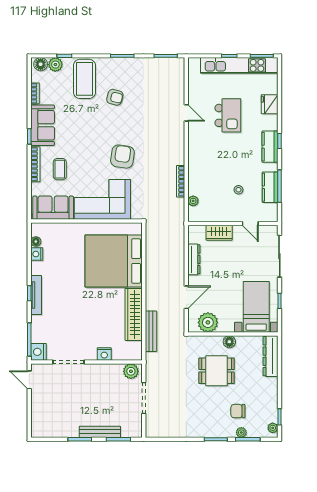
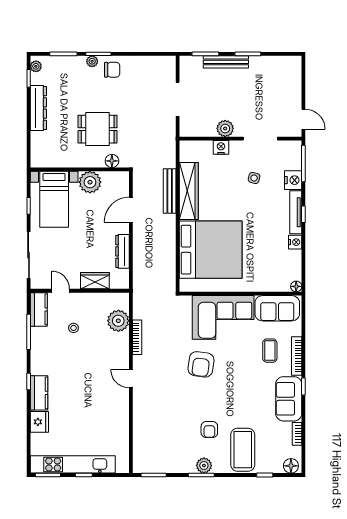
plant: (55, 65) -> (204, 465), moved
armchair: (115, 97) -> (209, 430), turned -104
door: (186, 113) -> (131, 379), moved
kitchen island: (228, 115) -> (85, 410), removed
kitchen counter: (270, 147) -> (39, 393), moved
kitchen counter: (270, 187) -> (39, 309), moved
plant: (193, 201) -> (118, 321), width x1.87, depth x1.87
floor lamp: (36, 242) -> (296, 286), moved
nightstand: (37, 254) -> (295, 242), moved
plant: (208, 322) -> (90, 182), moved
side table: (74, 326) -> (254, 178), added
bench: (151, 331) -> (170, 191), moved
floor lamp: (229, 342) -> (112, 161), moved
nightstand: (39, 352) -> (293, 180), moved
dresser: (271, 356) -> (38, 108), moved
plant: (131, 371) -> (225, 128), moved
chair: (238, 411) -> (112, 70), moved
plant: (241, 432) -> (92, 61), moved

